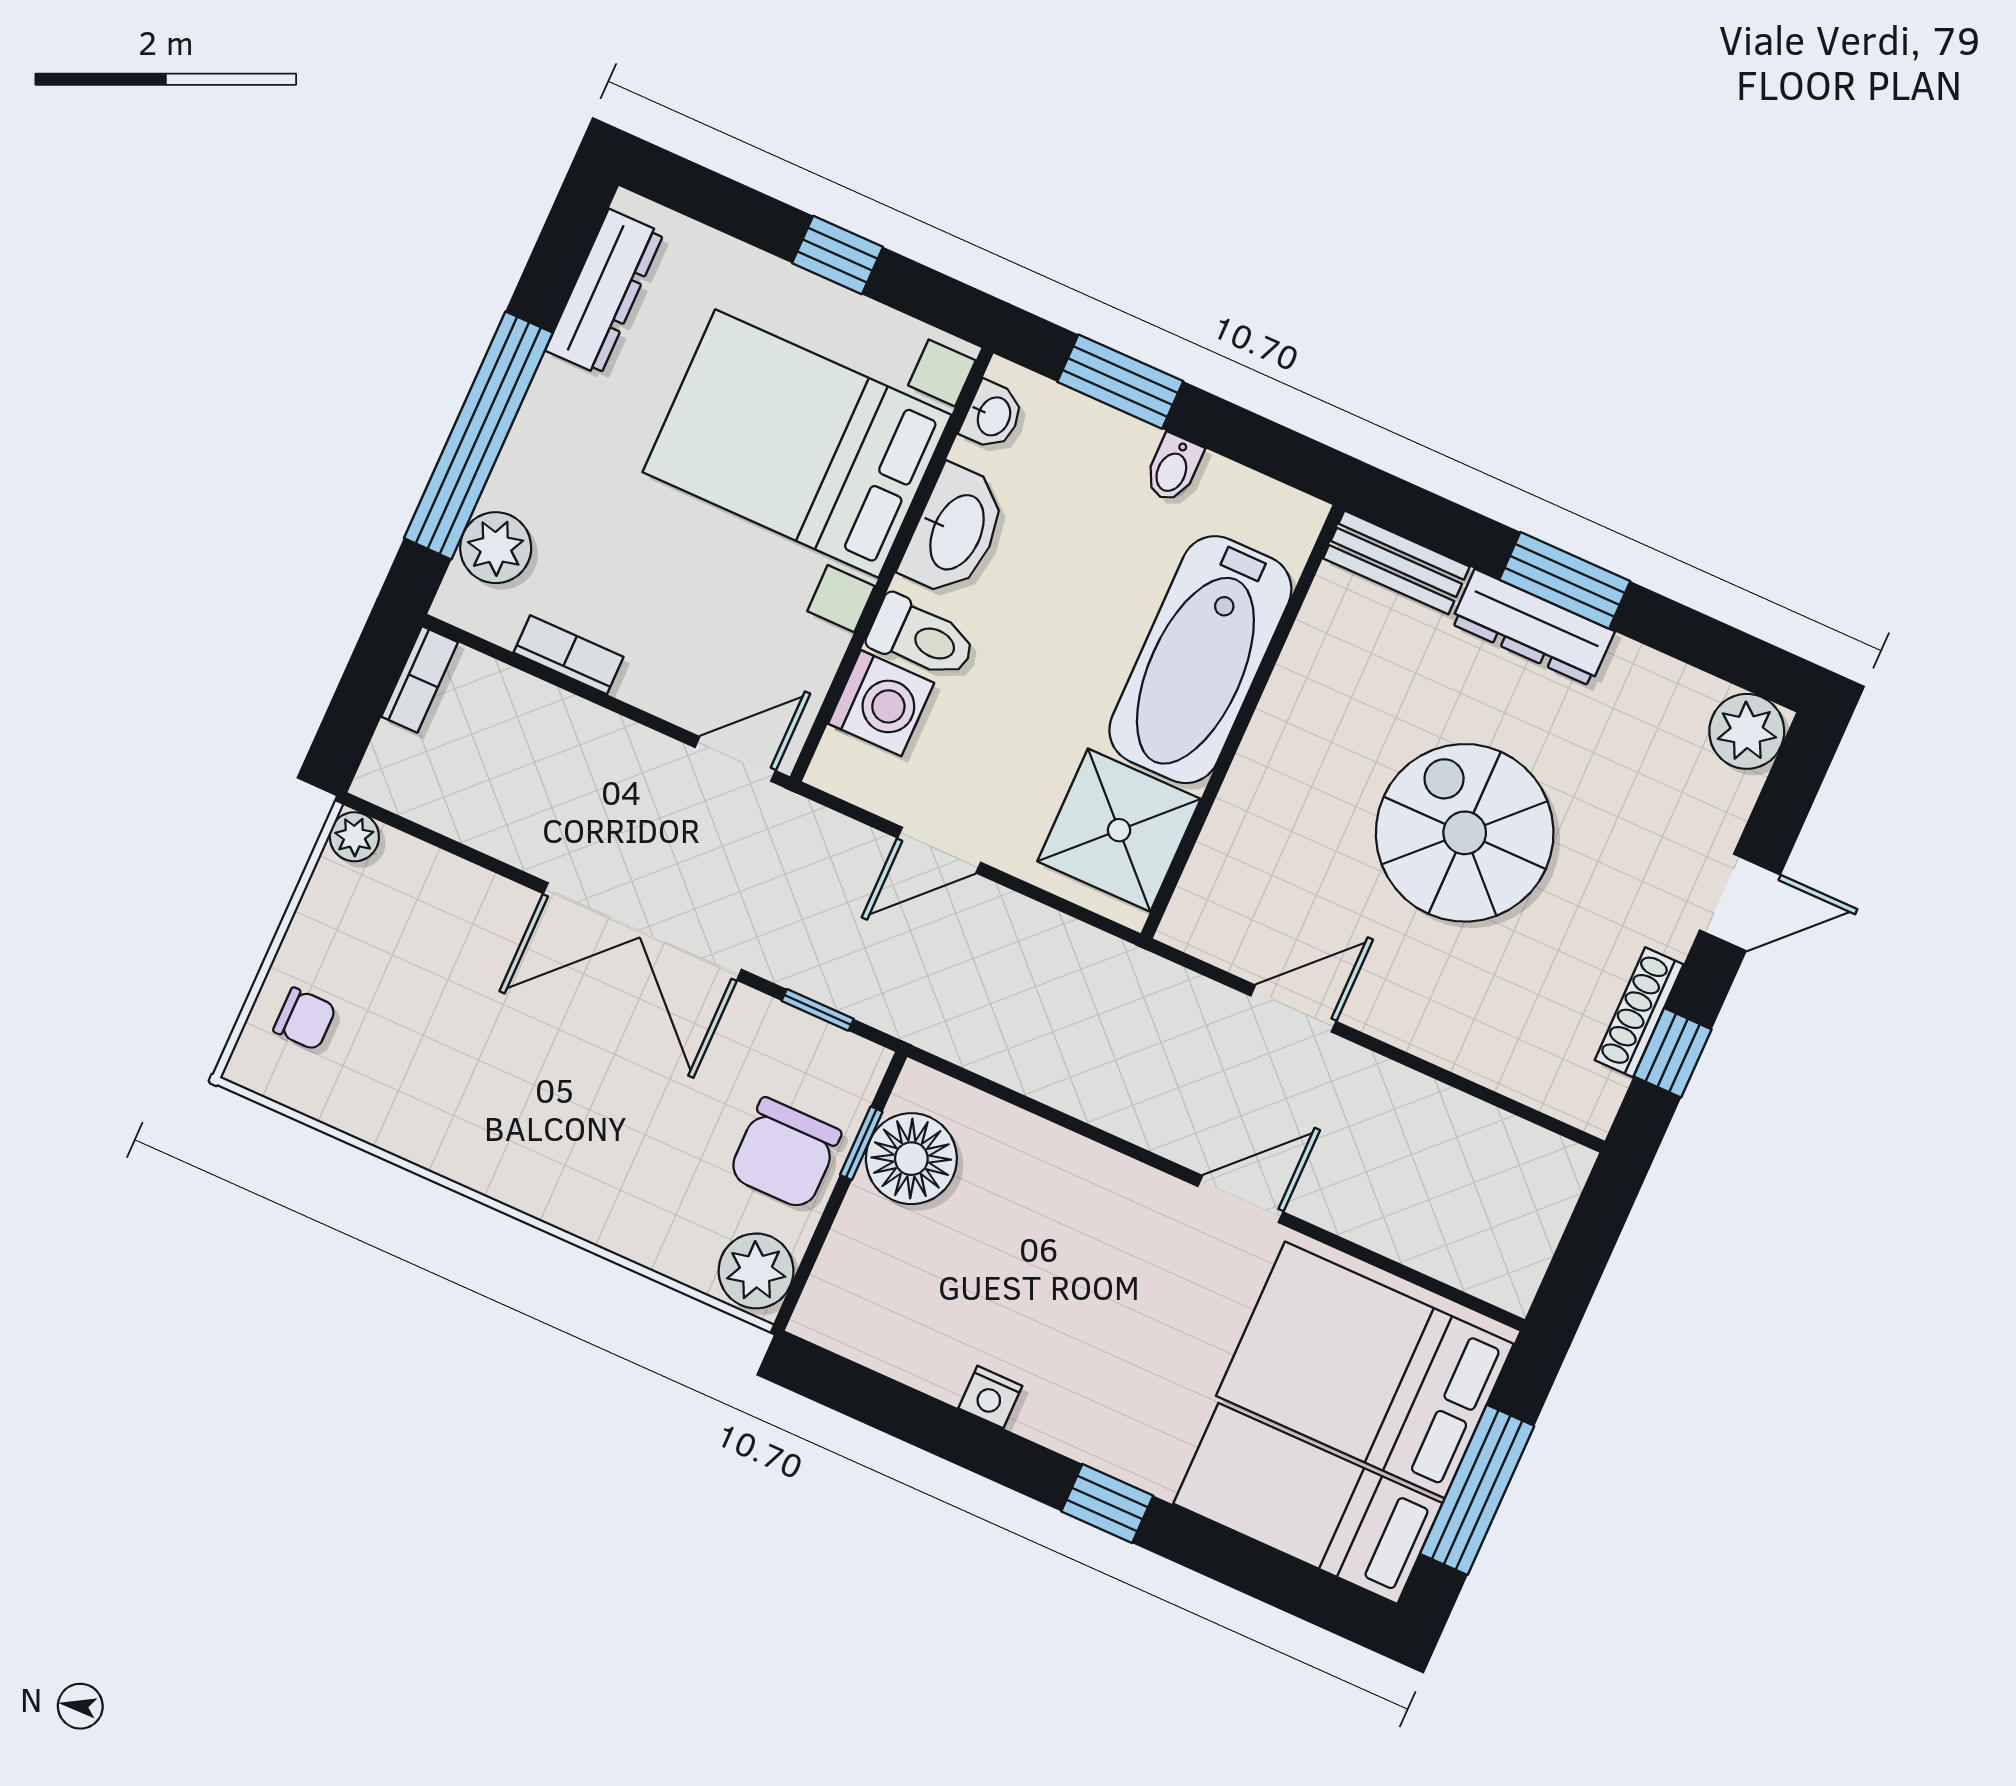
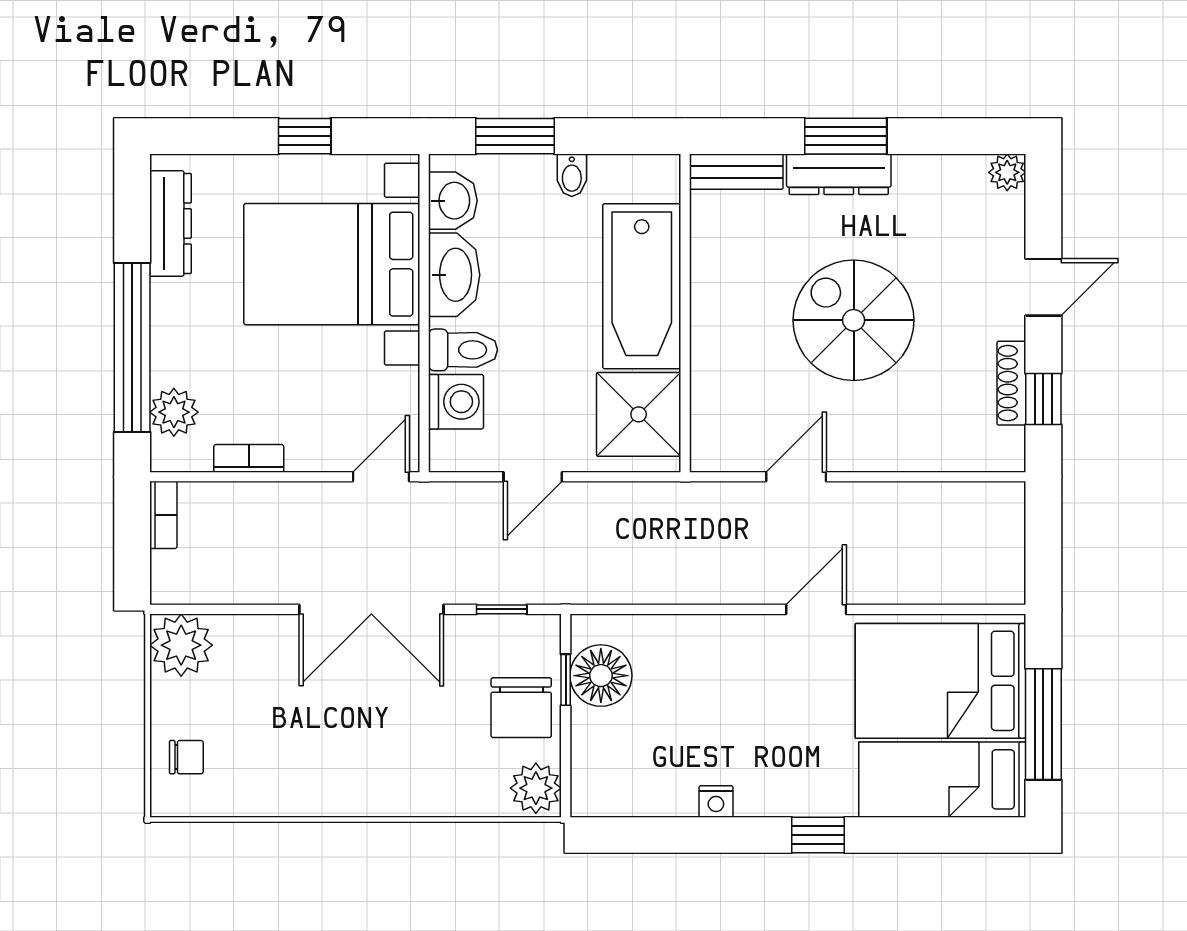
washbasin: (993, 416) -> (453, 201), width x1.38, depth x1.45
plant: (1747, 731) -> (1007, 172), width x0.73, depth x0.73
plant: (354, 837) -> (181, 645), width x1.88, depth x1.88

